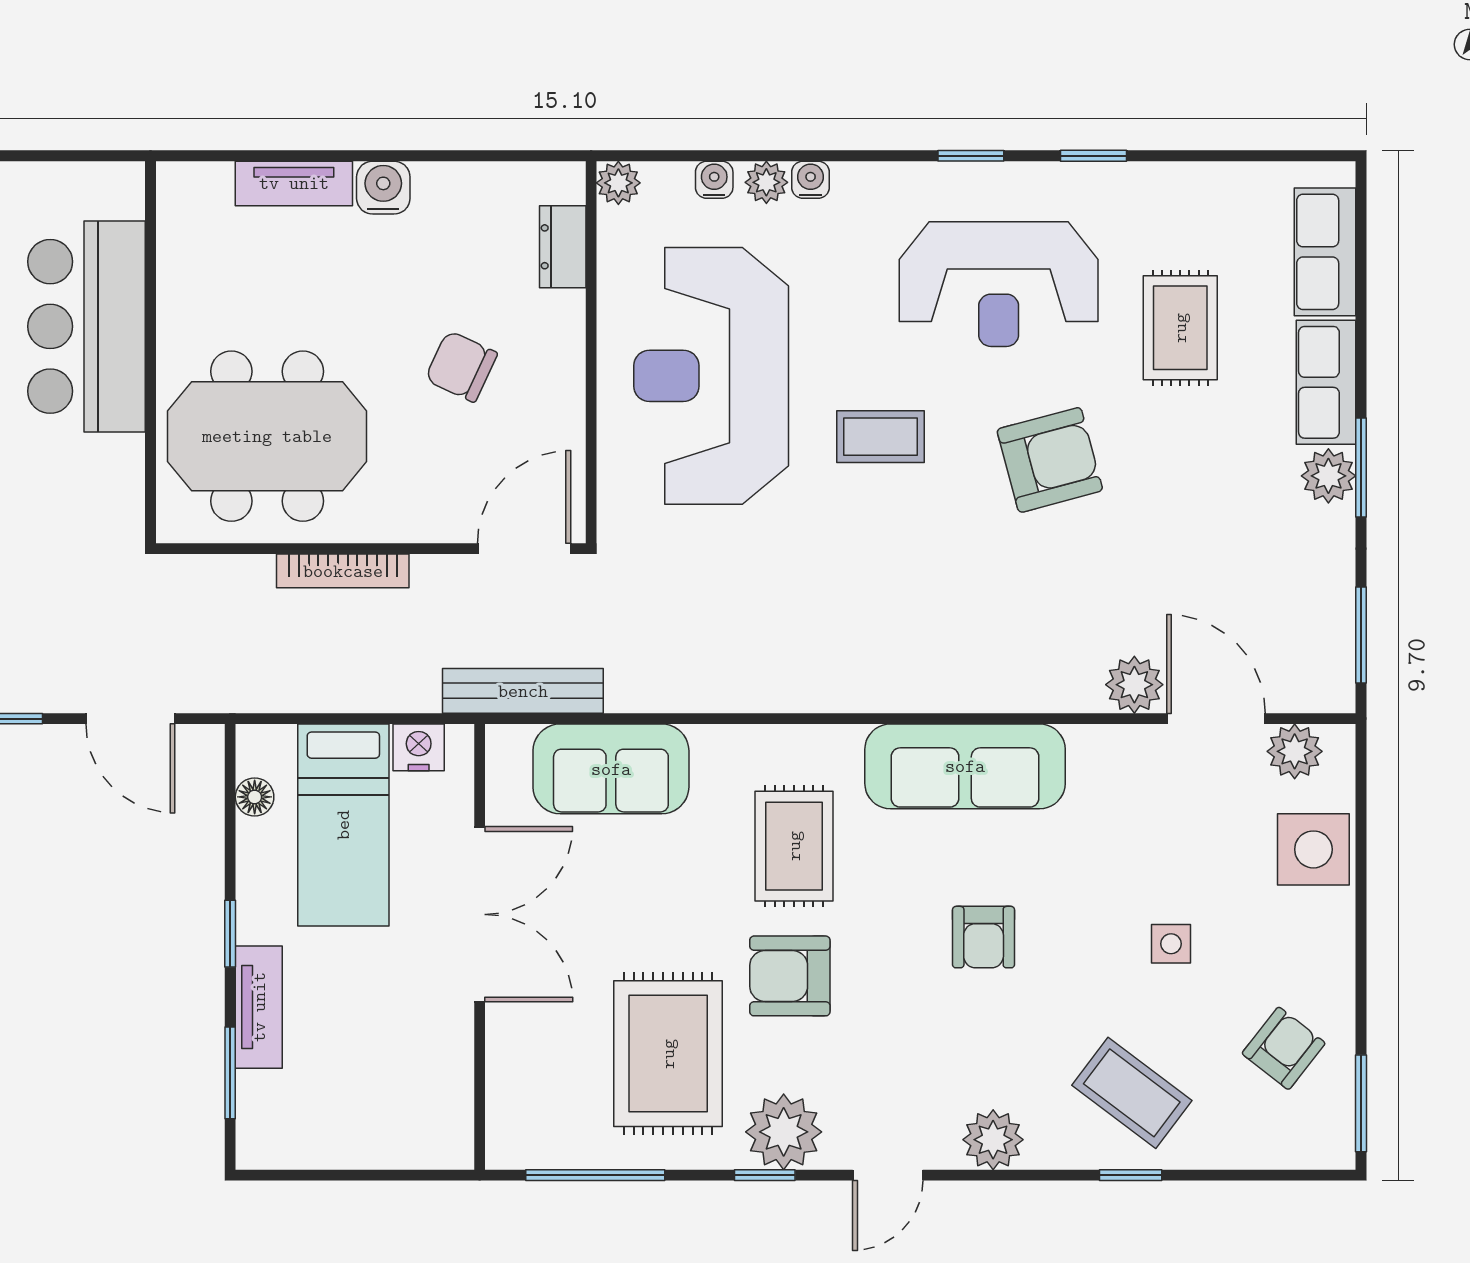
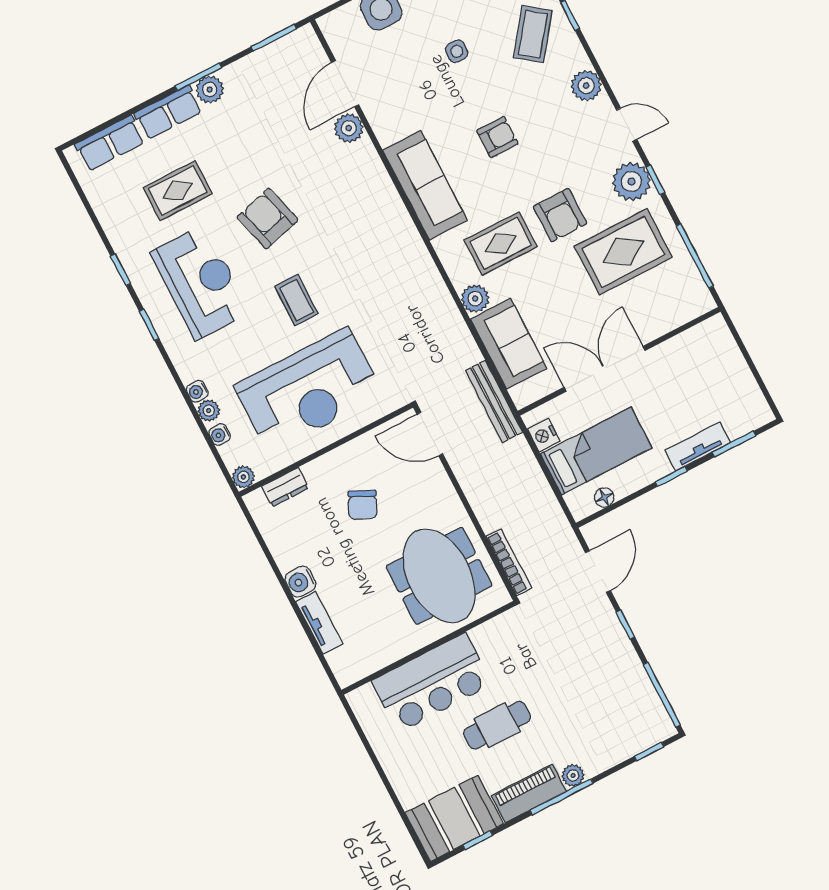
bookcase: (343, 571) -> (509, 562), moved
plant: (1295, 751) -> (475, 299), moved

